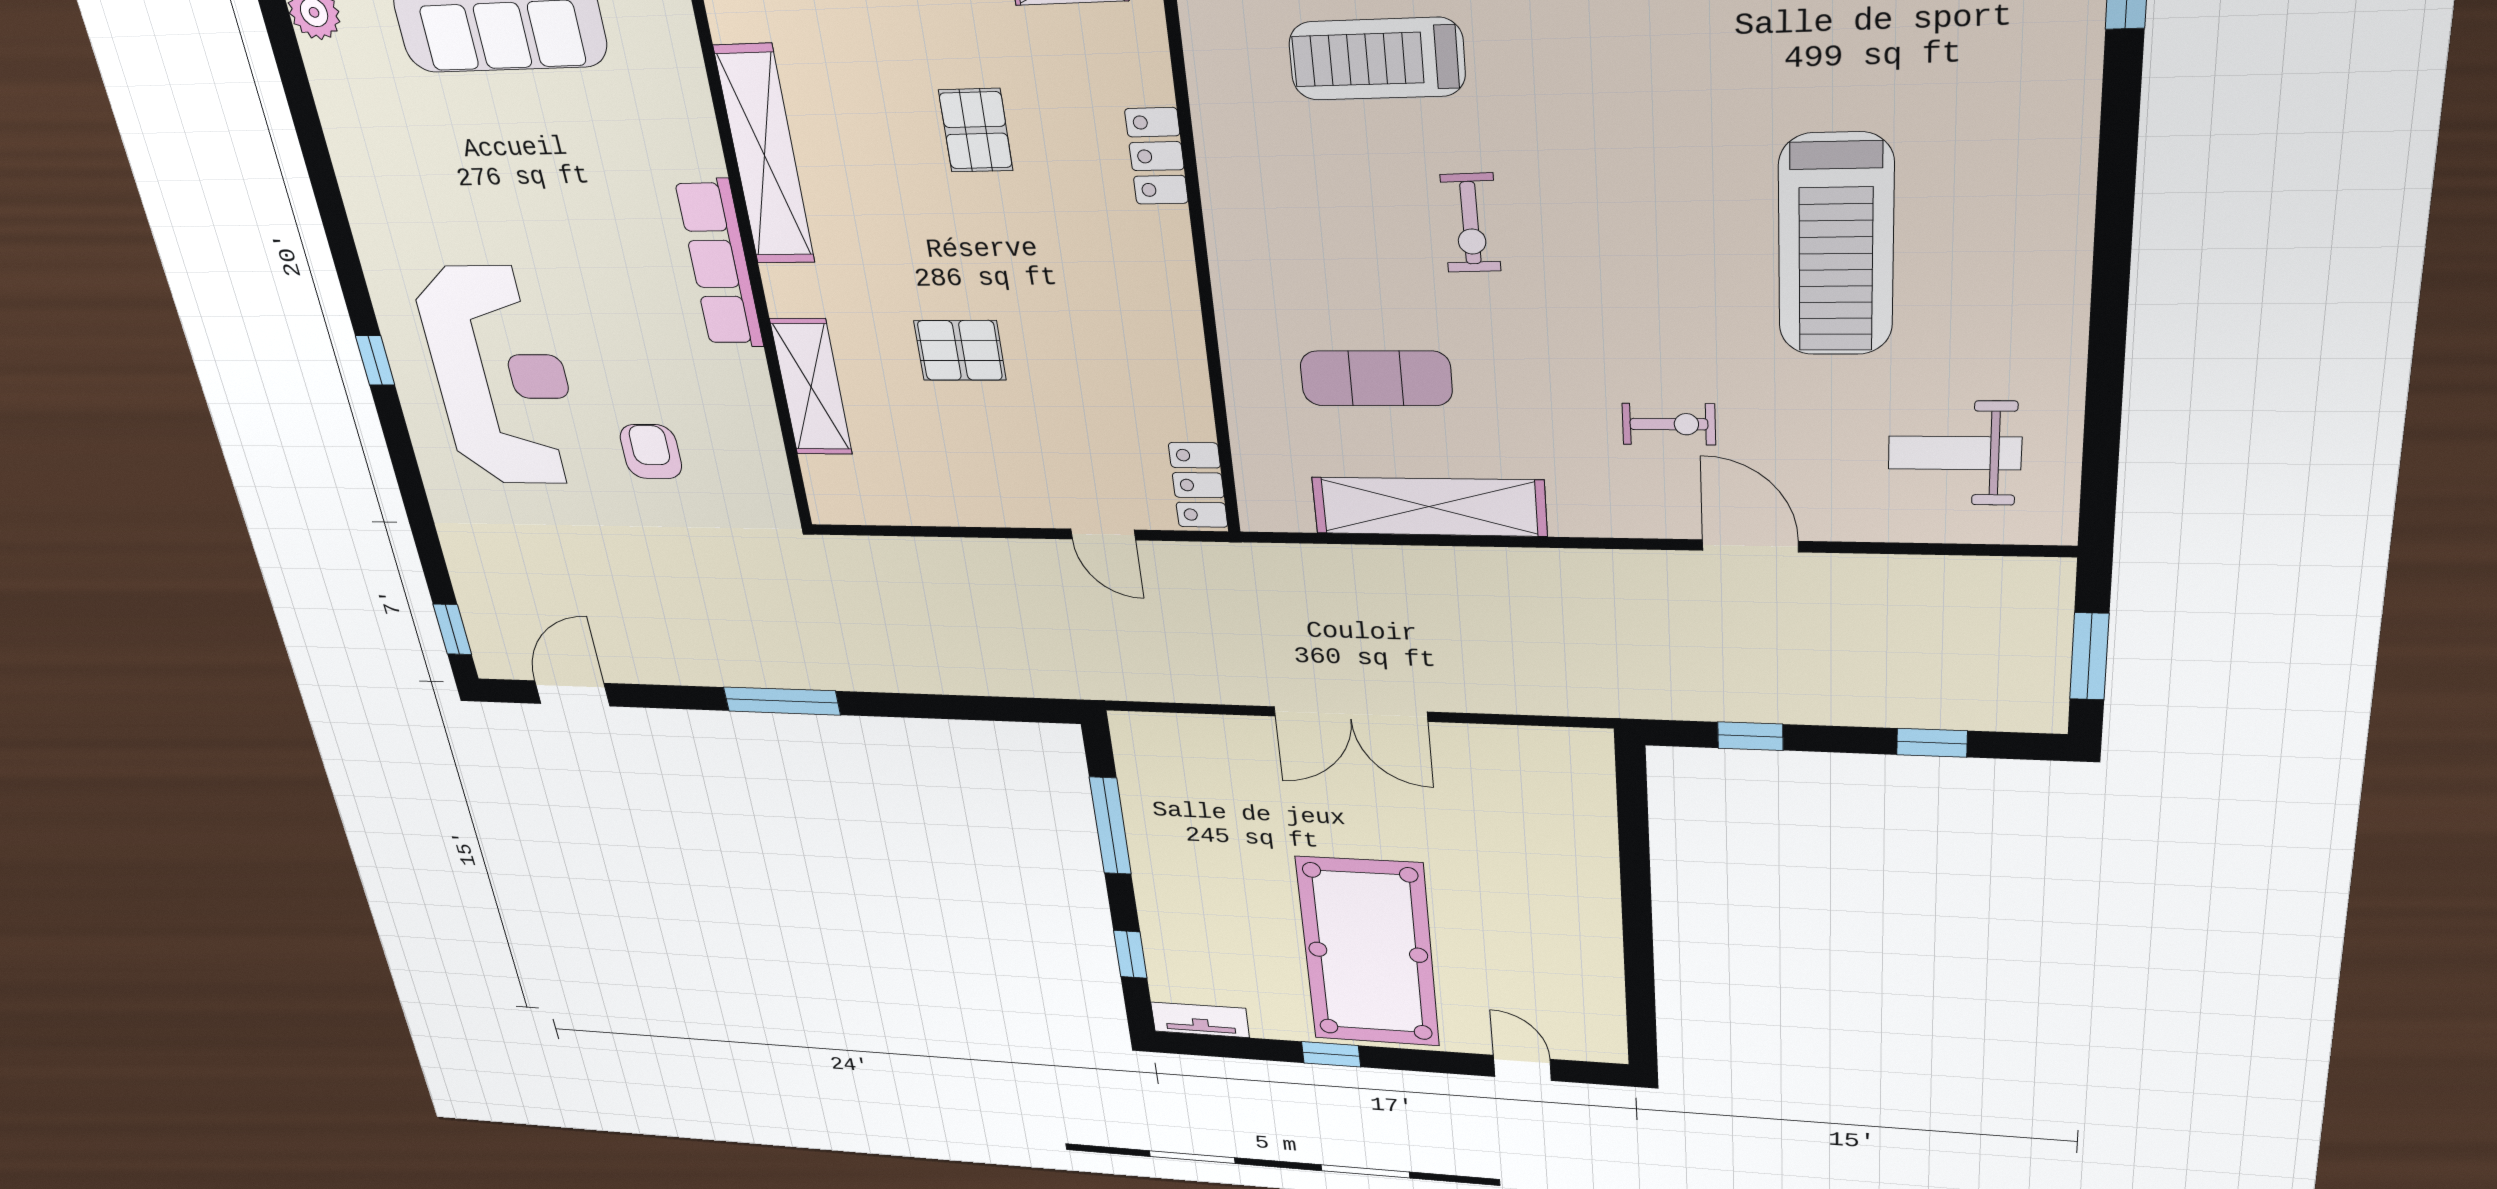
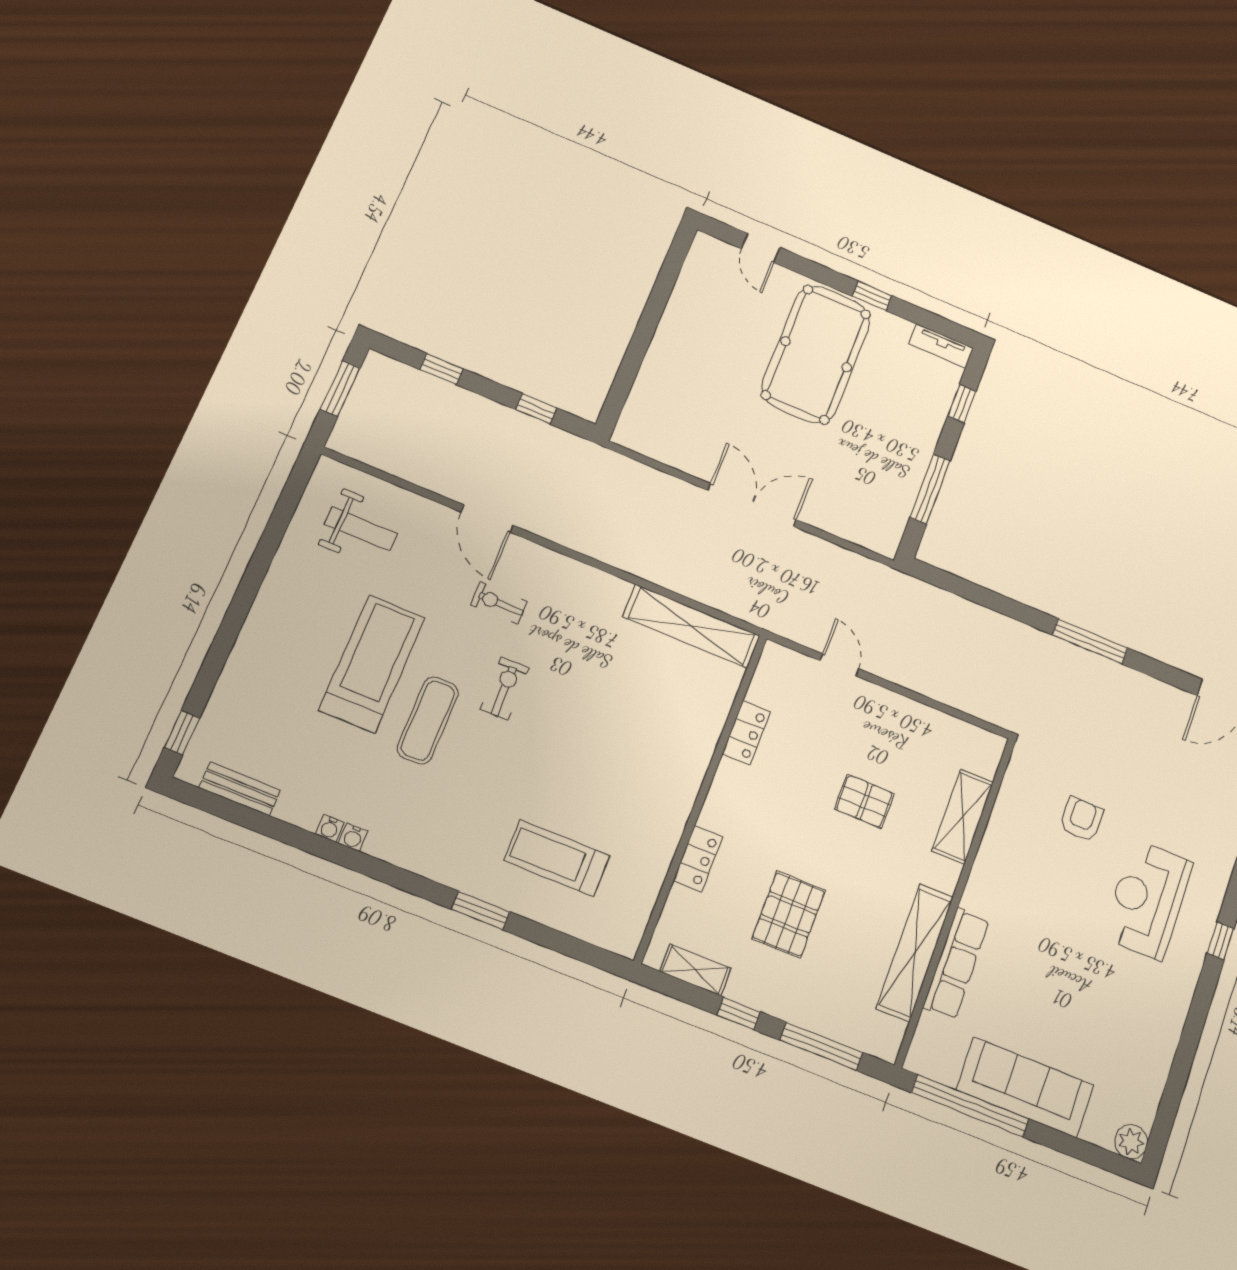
treadmill: (1377, 59) -> (557, 858), turned 180
pallet: (976, 130) -> (789, 914), width x1.50, depth x1.42
exercise bike: (1471, 223) -> (505, 689), moved
row of seats: (719, 264) -> (956, 964), moved
reception desk: (501, 377) -> (1147, 899), width x0.74, depth x0.77
exercise mat: (1376, 378) -> (428, 720), moved, turned 90
armchair: (651, 452) -> (1082, 820), turned 180
locker: (1198, 485) -> (746, 733), moved
shelving: (1429, 507) -> (691, 626), moved

